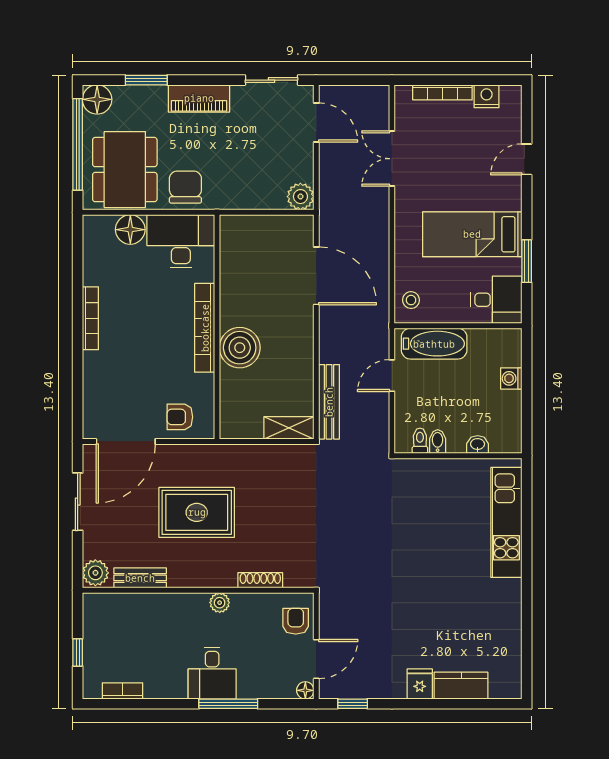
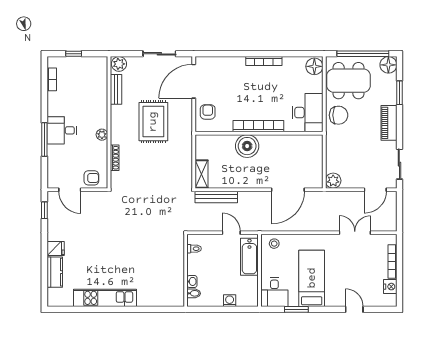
floor lamp: (130, 230) -> (314, 66), moved
door: (126, 441) -> (194, 81), hinge flipped
bidet: (438, 441) -> (194, 293), moved
kitchen unit: (506, 522) -> (105, 298), moved
floor lamp: (305, 690) -> (52, 183), removed

